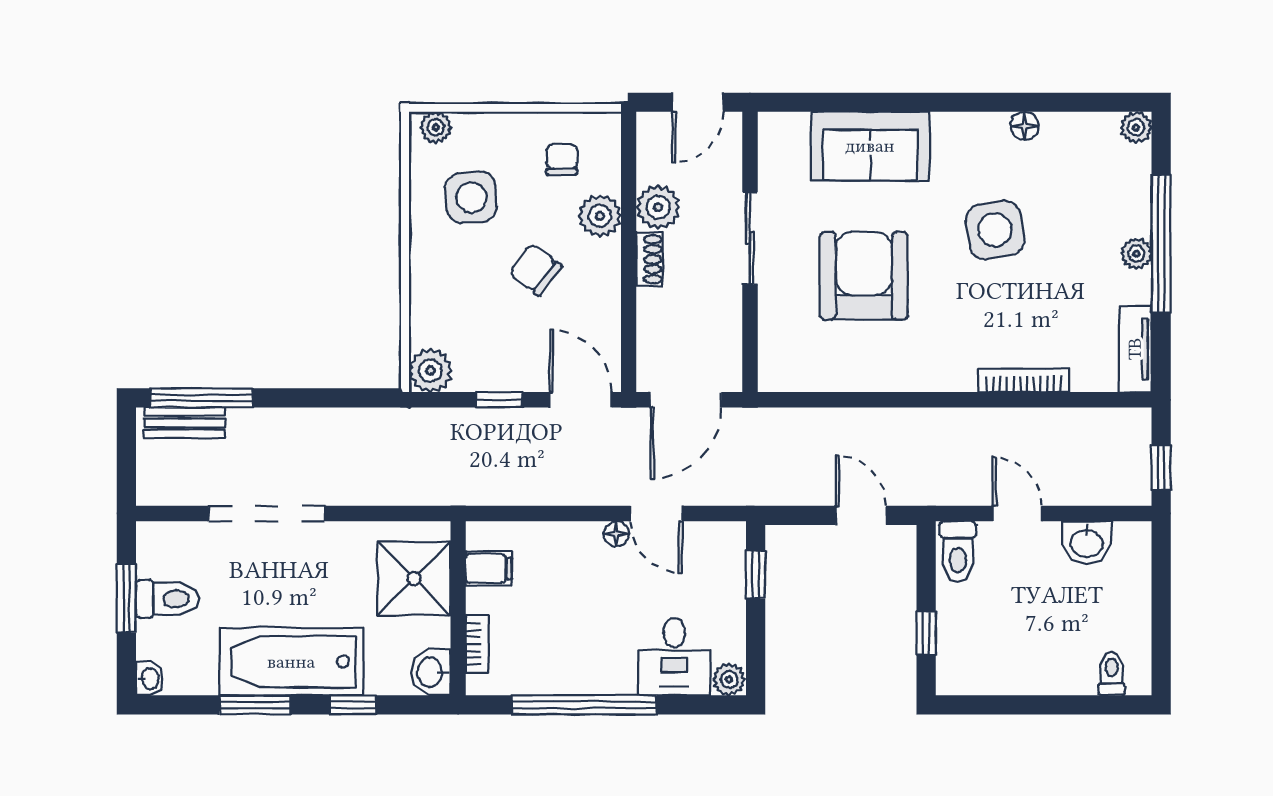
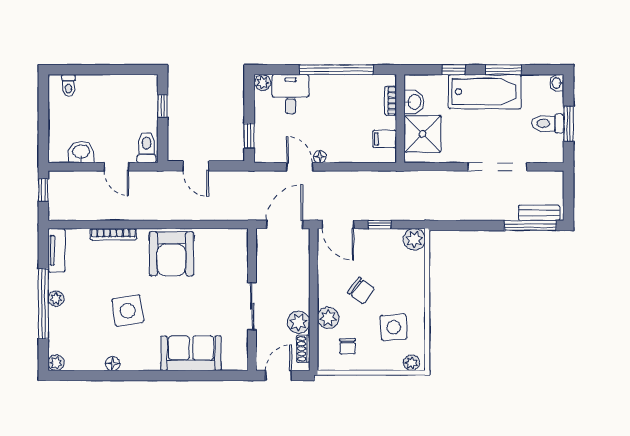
shoe rack: (649, 259) -> (303, 349), moved
armchair: (864, 276) -> (171, 254), moved
washbasin: (431, 672) -> (414, 102), moved

